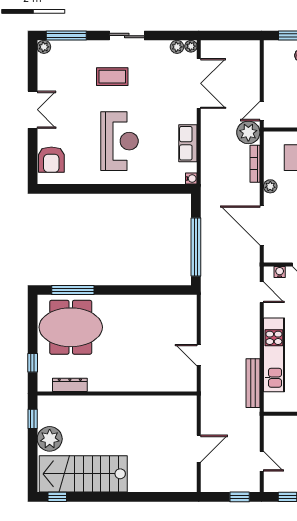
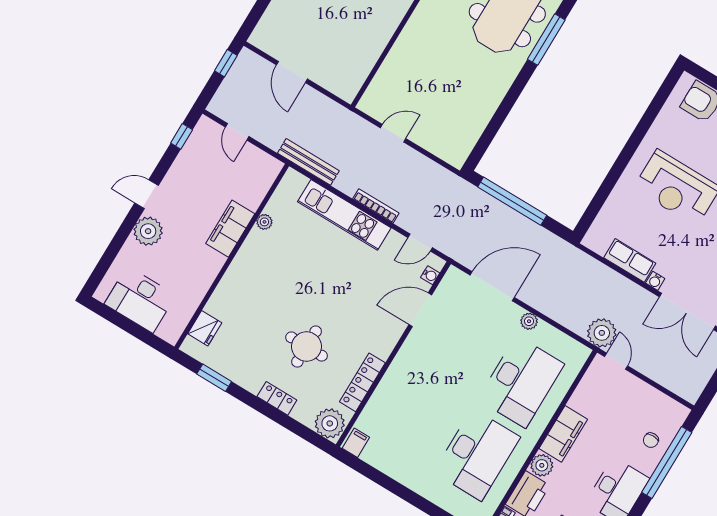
bookcase: (255, 164) -> (376, 206), moved
water cooler: (191, 179) -> (655, 281), moved
bench: (253, 383) -> (308, 162), moved
door: (262, 461) -> (237, 132), hinge flipped
window: (240, 497) -> (226, 63), moved

